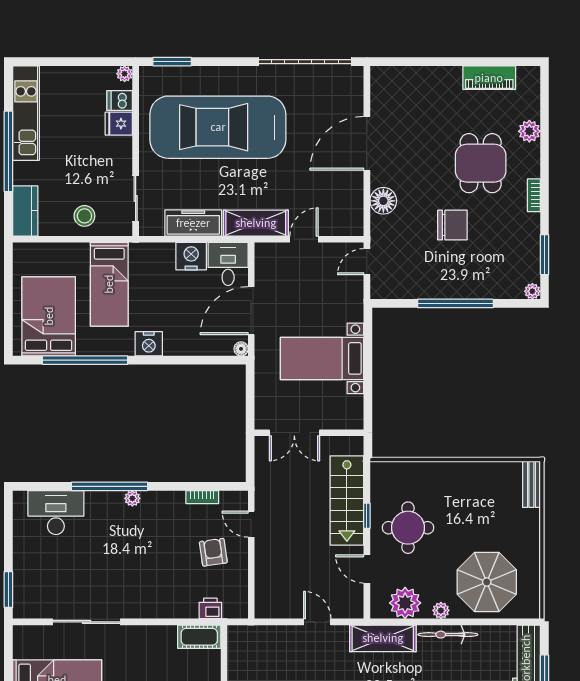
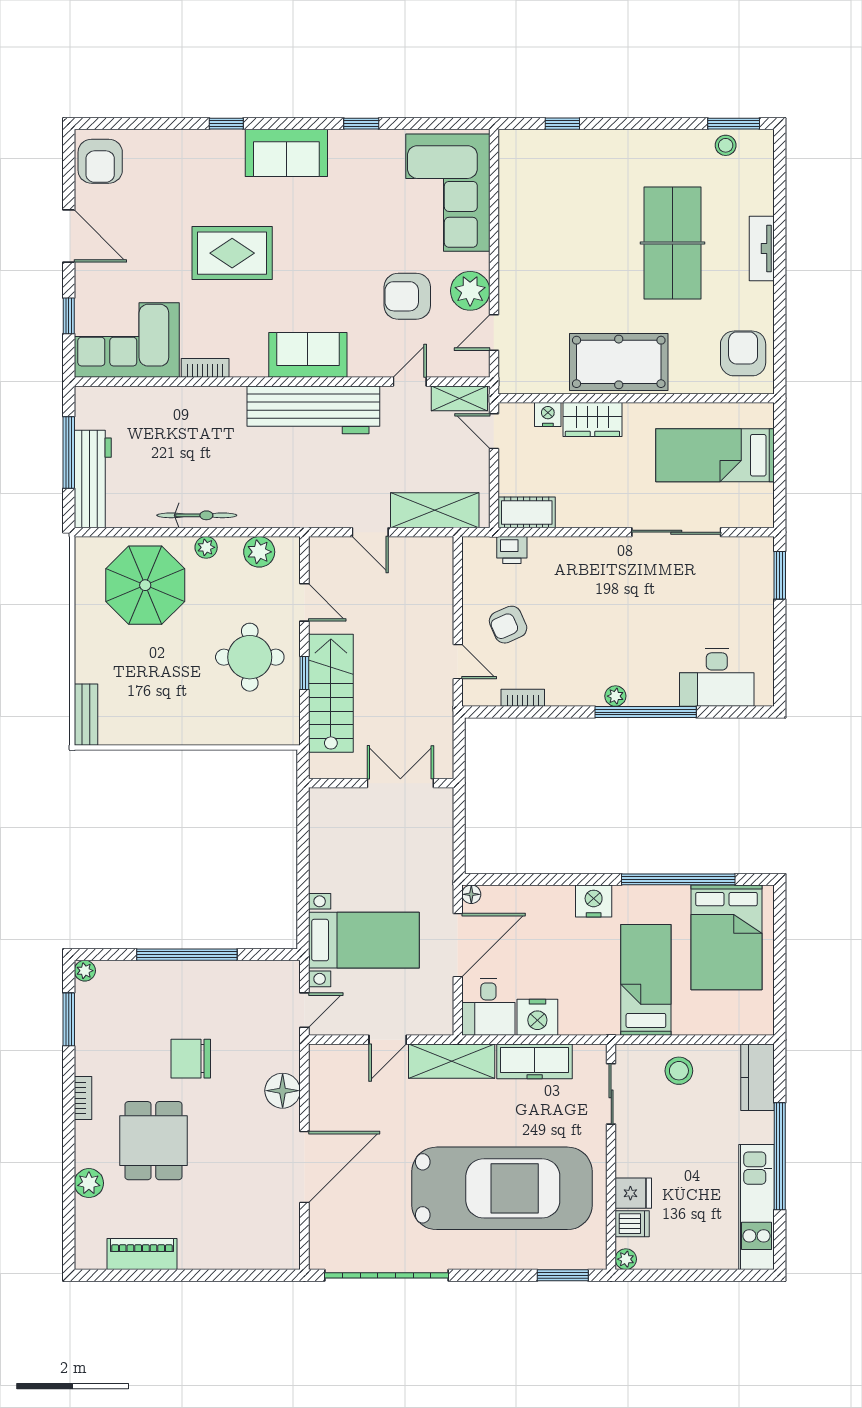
bed with nightstands: (322, 358) -> (364, 940), moved
armchair: (213, 552) -> (508, 625), turned 74
plant: (405, 603) -> (259, 552), width x0.73, depth x0.73
shelving: (383, 638) -> (435, 510), moved

